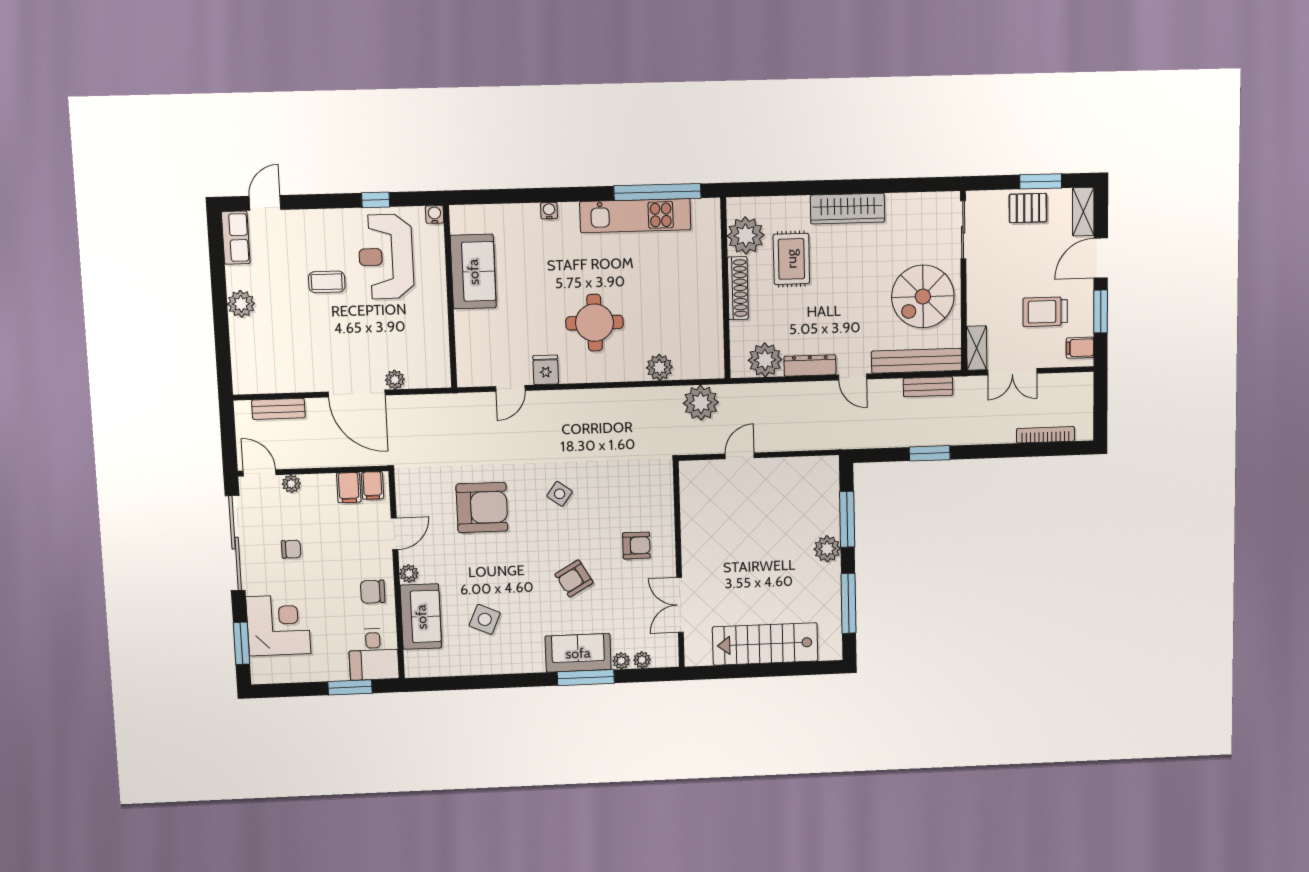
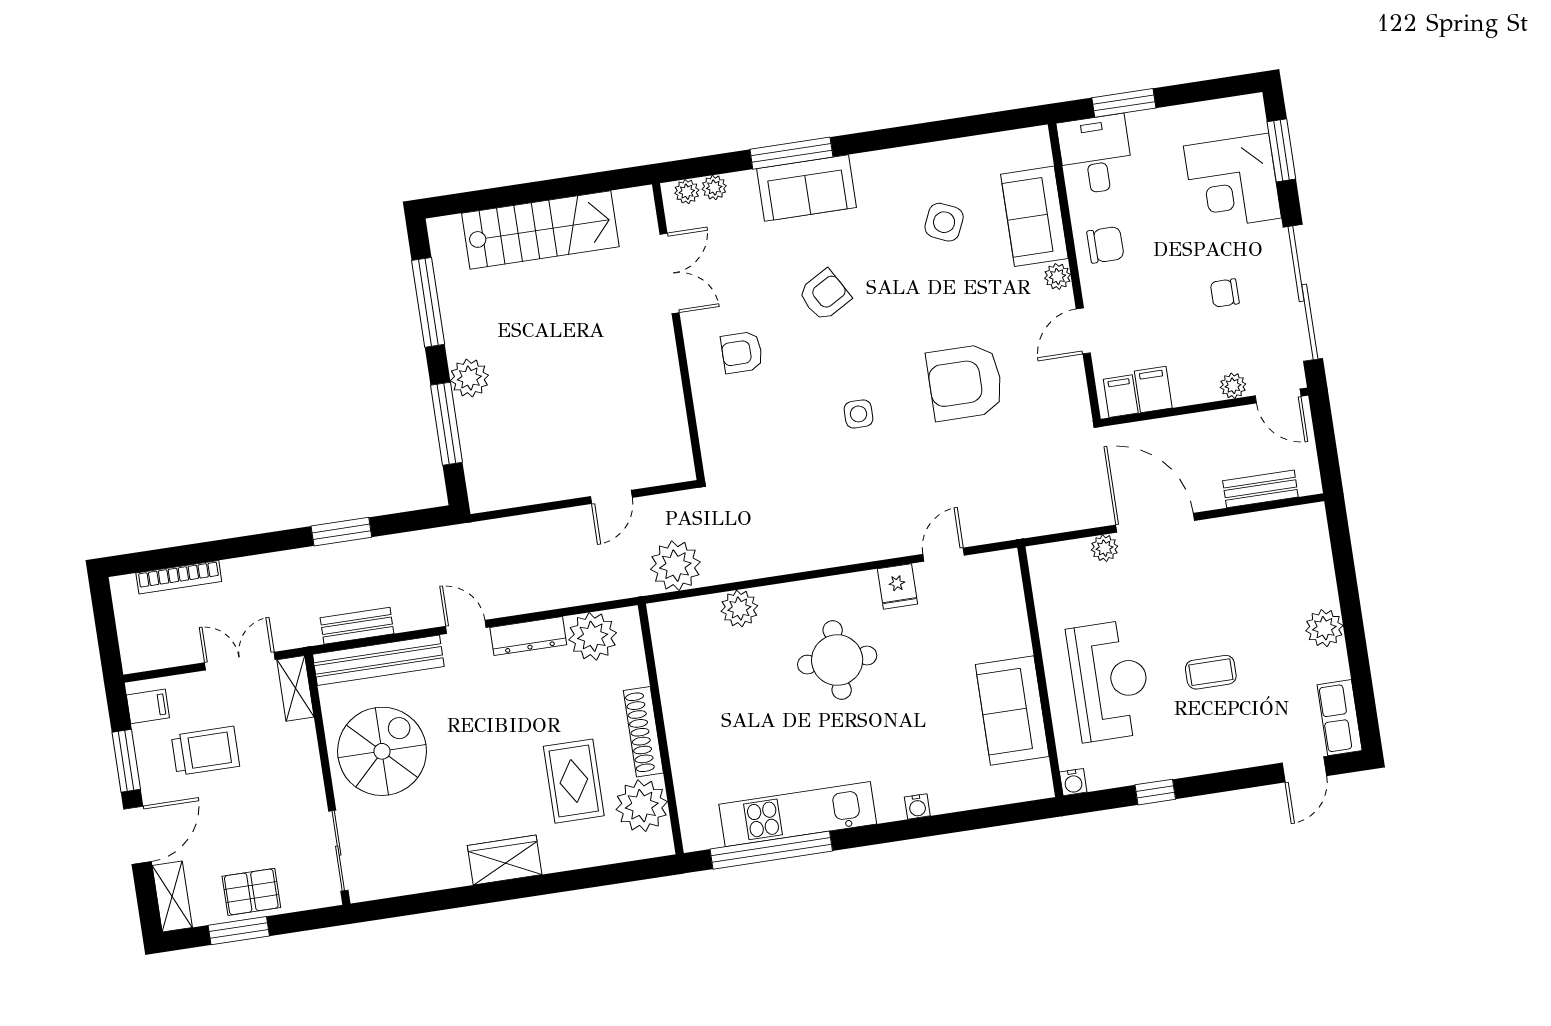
wardrobe: (848, 209) -> (505, 860), width x0.67
reception desk: (386, 257) -> (1110, 681), moved
side table: (560, 494) -> (859, 414), turned -36
plant: (621, 661) -> (687, 192), moved

